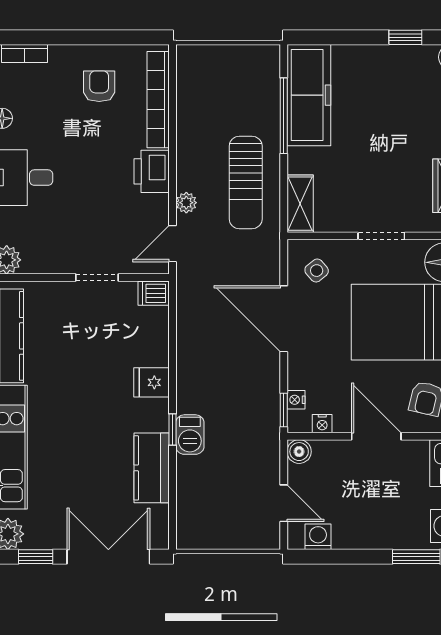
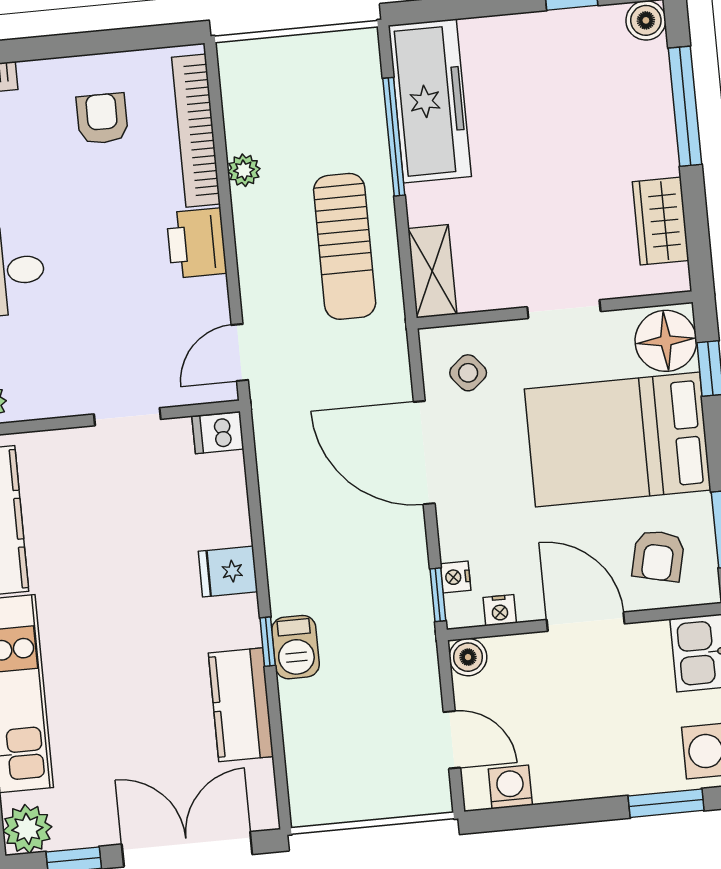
plant: (186, 203) -> (244, 170), moved

